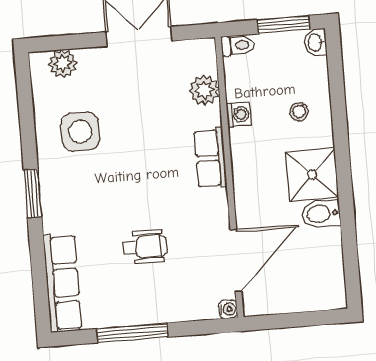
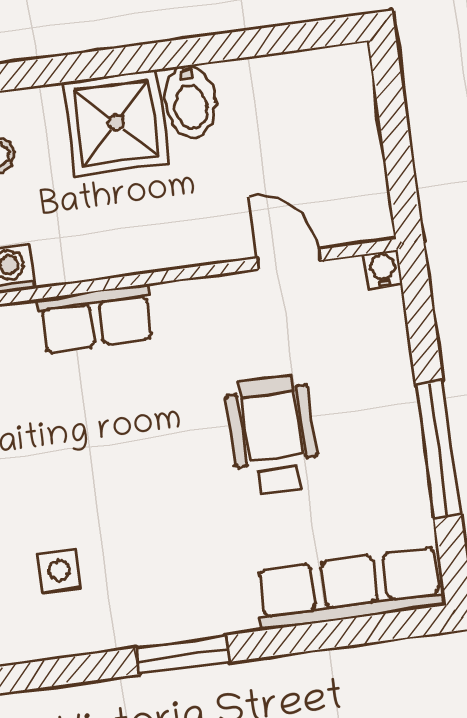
side table: (80, 132) -> (59, 571), width x0.54, depth x0.54
wheelchair: (145, 247) -> (273, 435), width x1.36, depth x1.37
door: (236, 260) -> (289, 259), width x0.53

